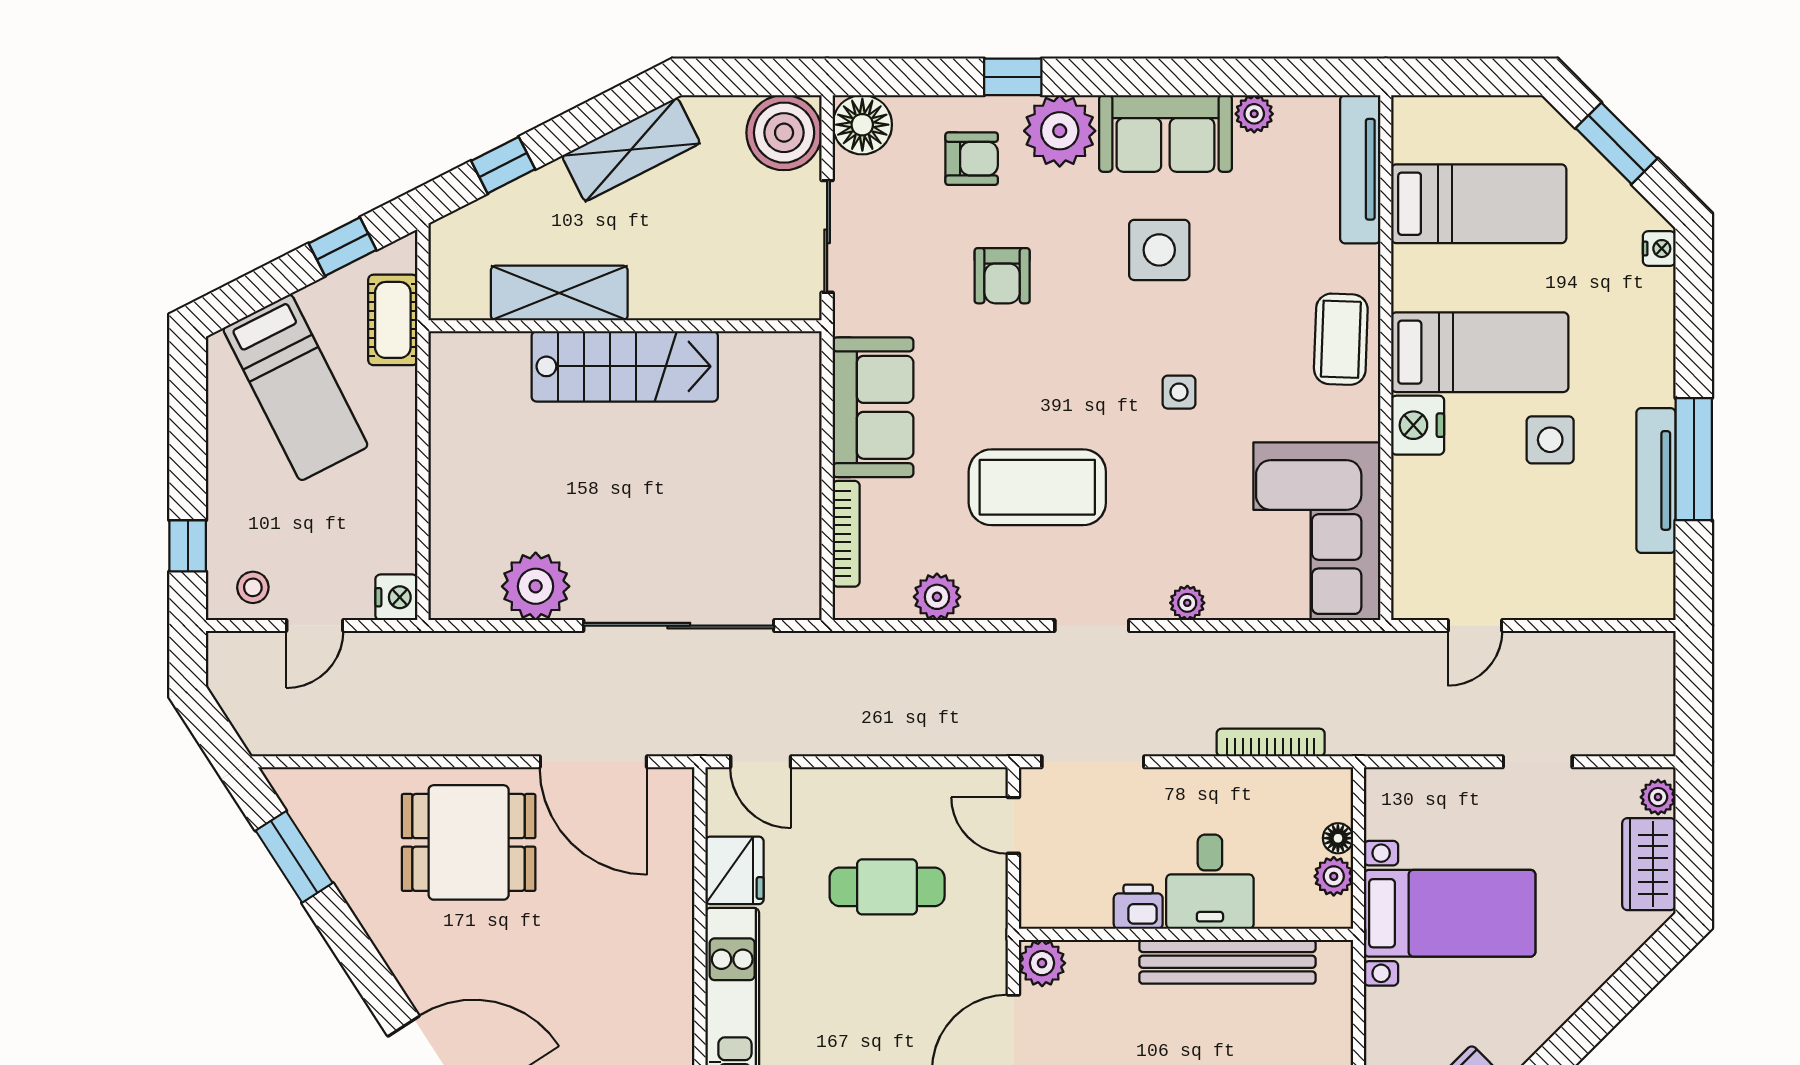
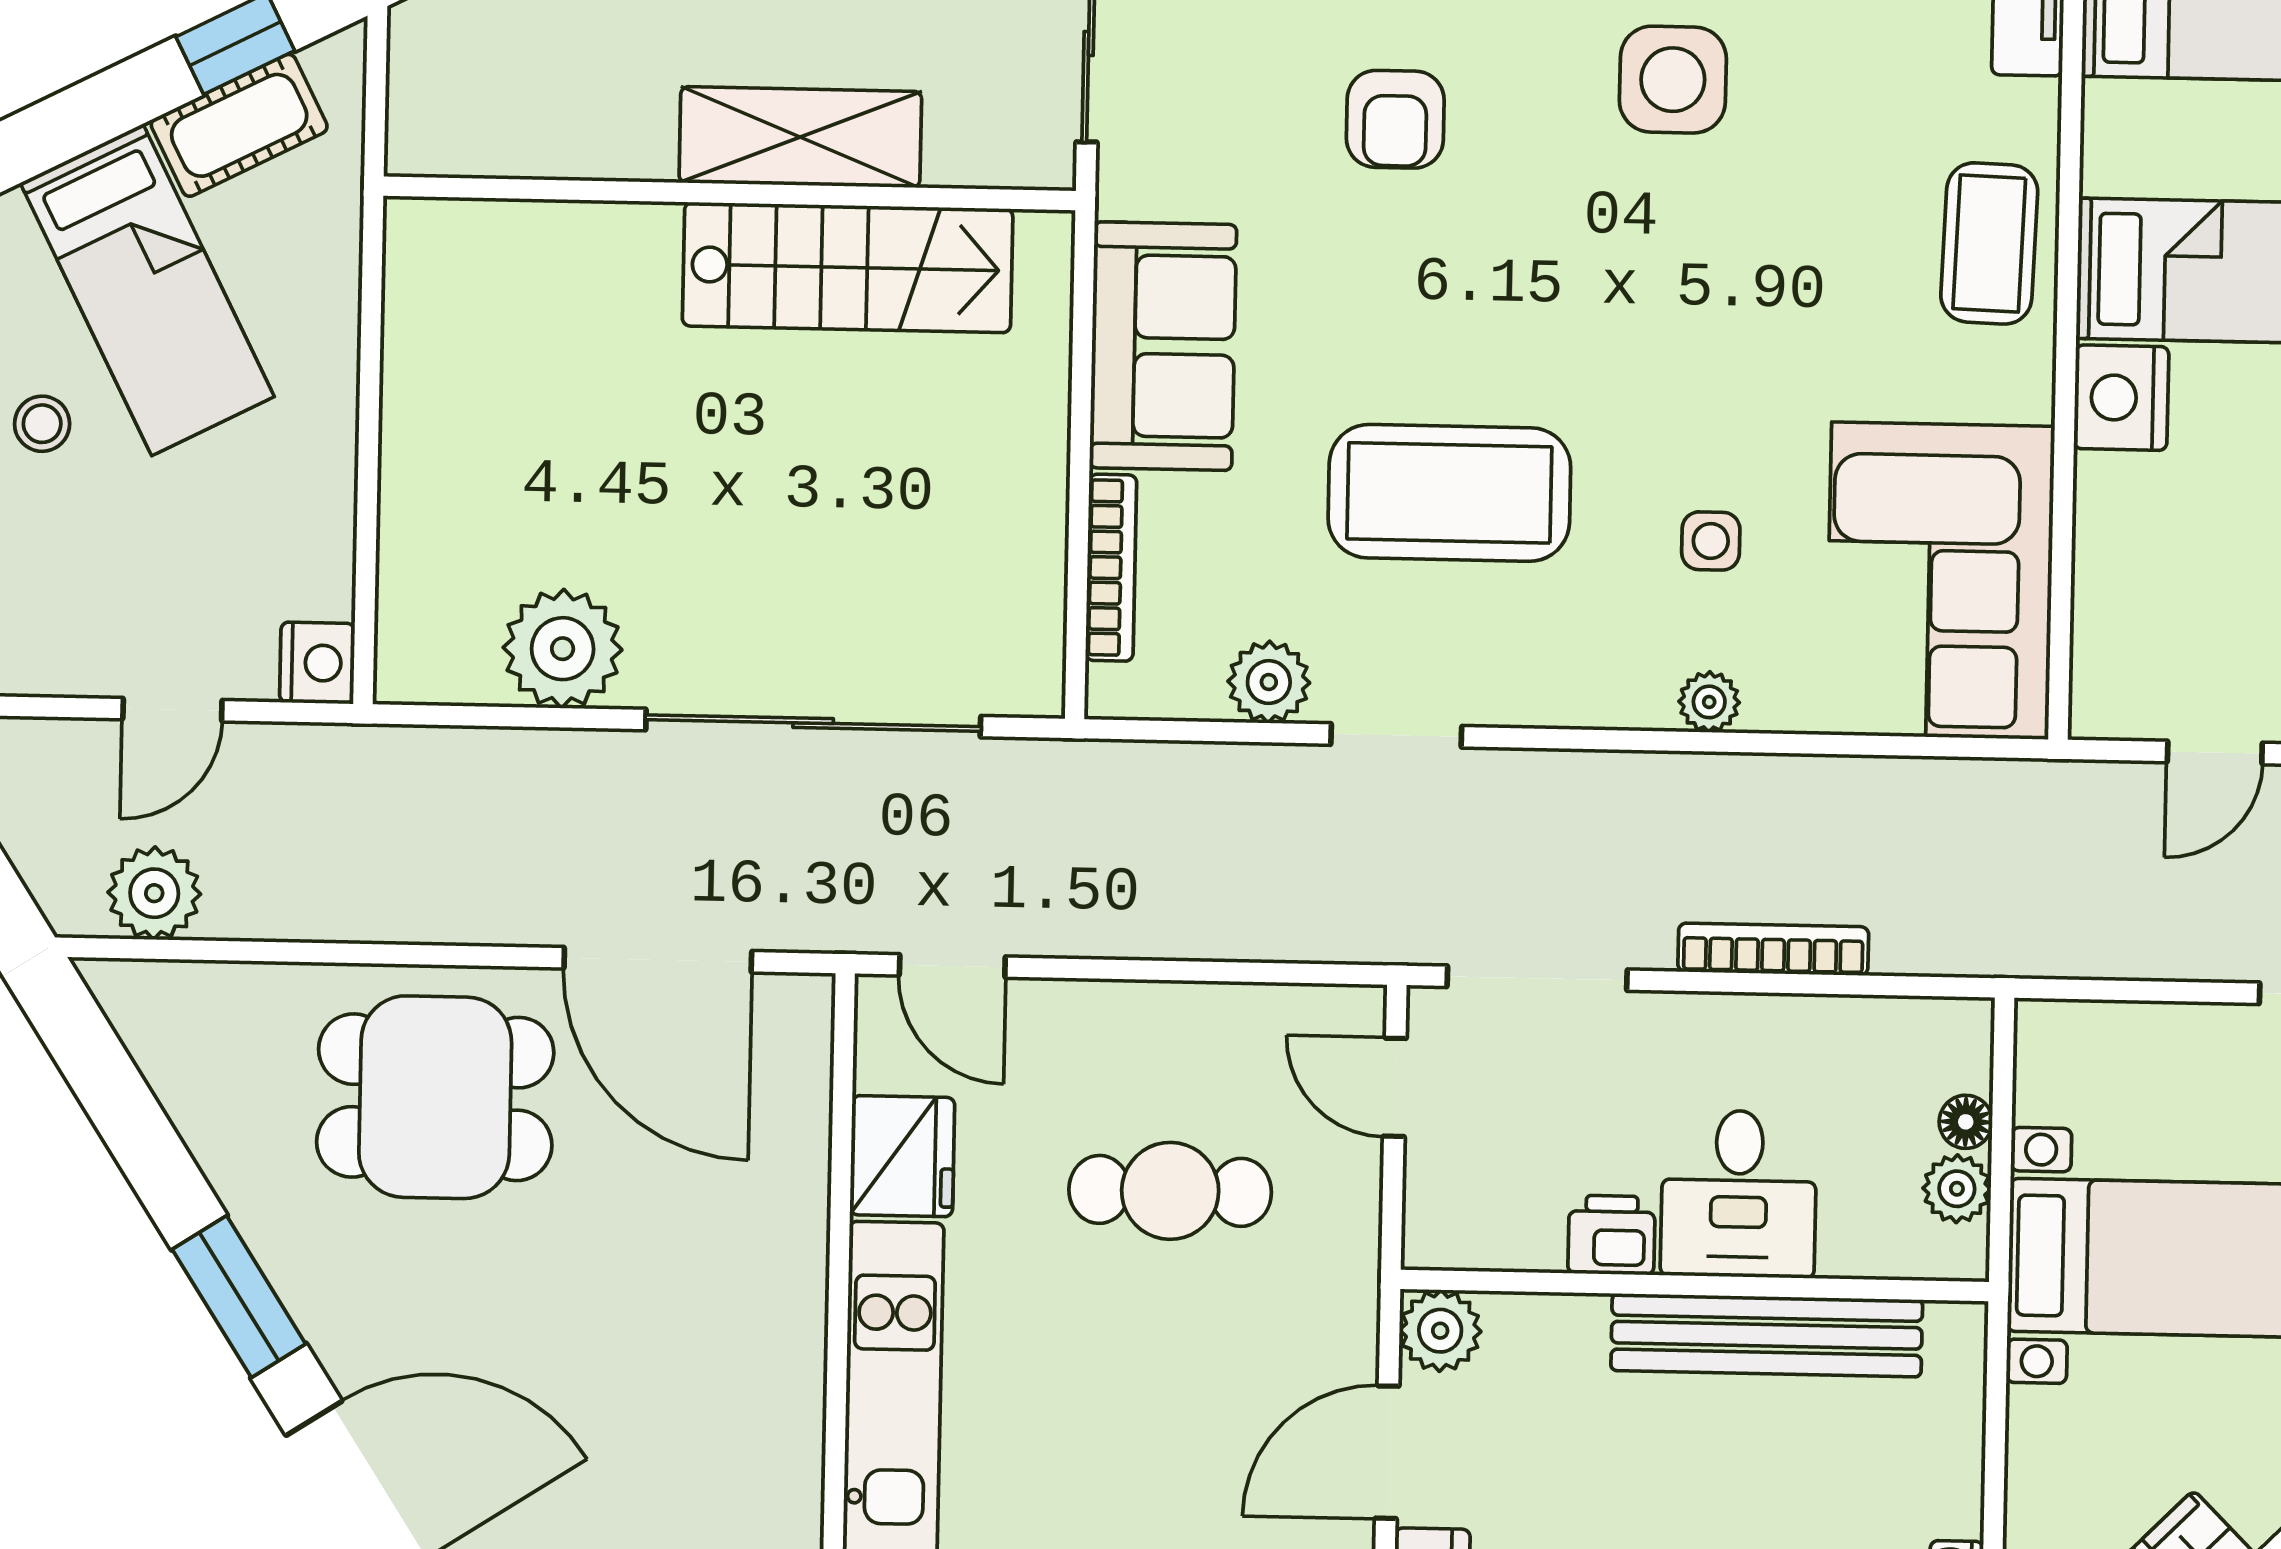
shelving: (559, 293) -> (800, 137), moved
cot: (393, 320) -> (239, 125), moved, turned 63
stairs: (625, 366) -> (848, 267), moved
side table: (1179, 392) -> (1711, 541), moved
stool: (253, 587) -> (42, 424), moved
doorway: (1092, 626) -> (1396, 735), moved
plant: (307, 730) -> (154, 893), added
bookcase: (1271, 743) -> (1773, 949), moved
window: (294, 857) -> (239, 1297), moved

